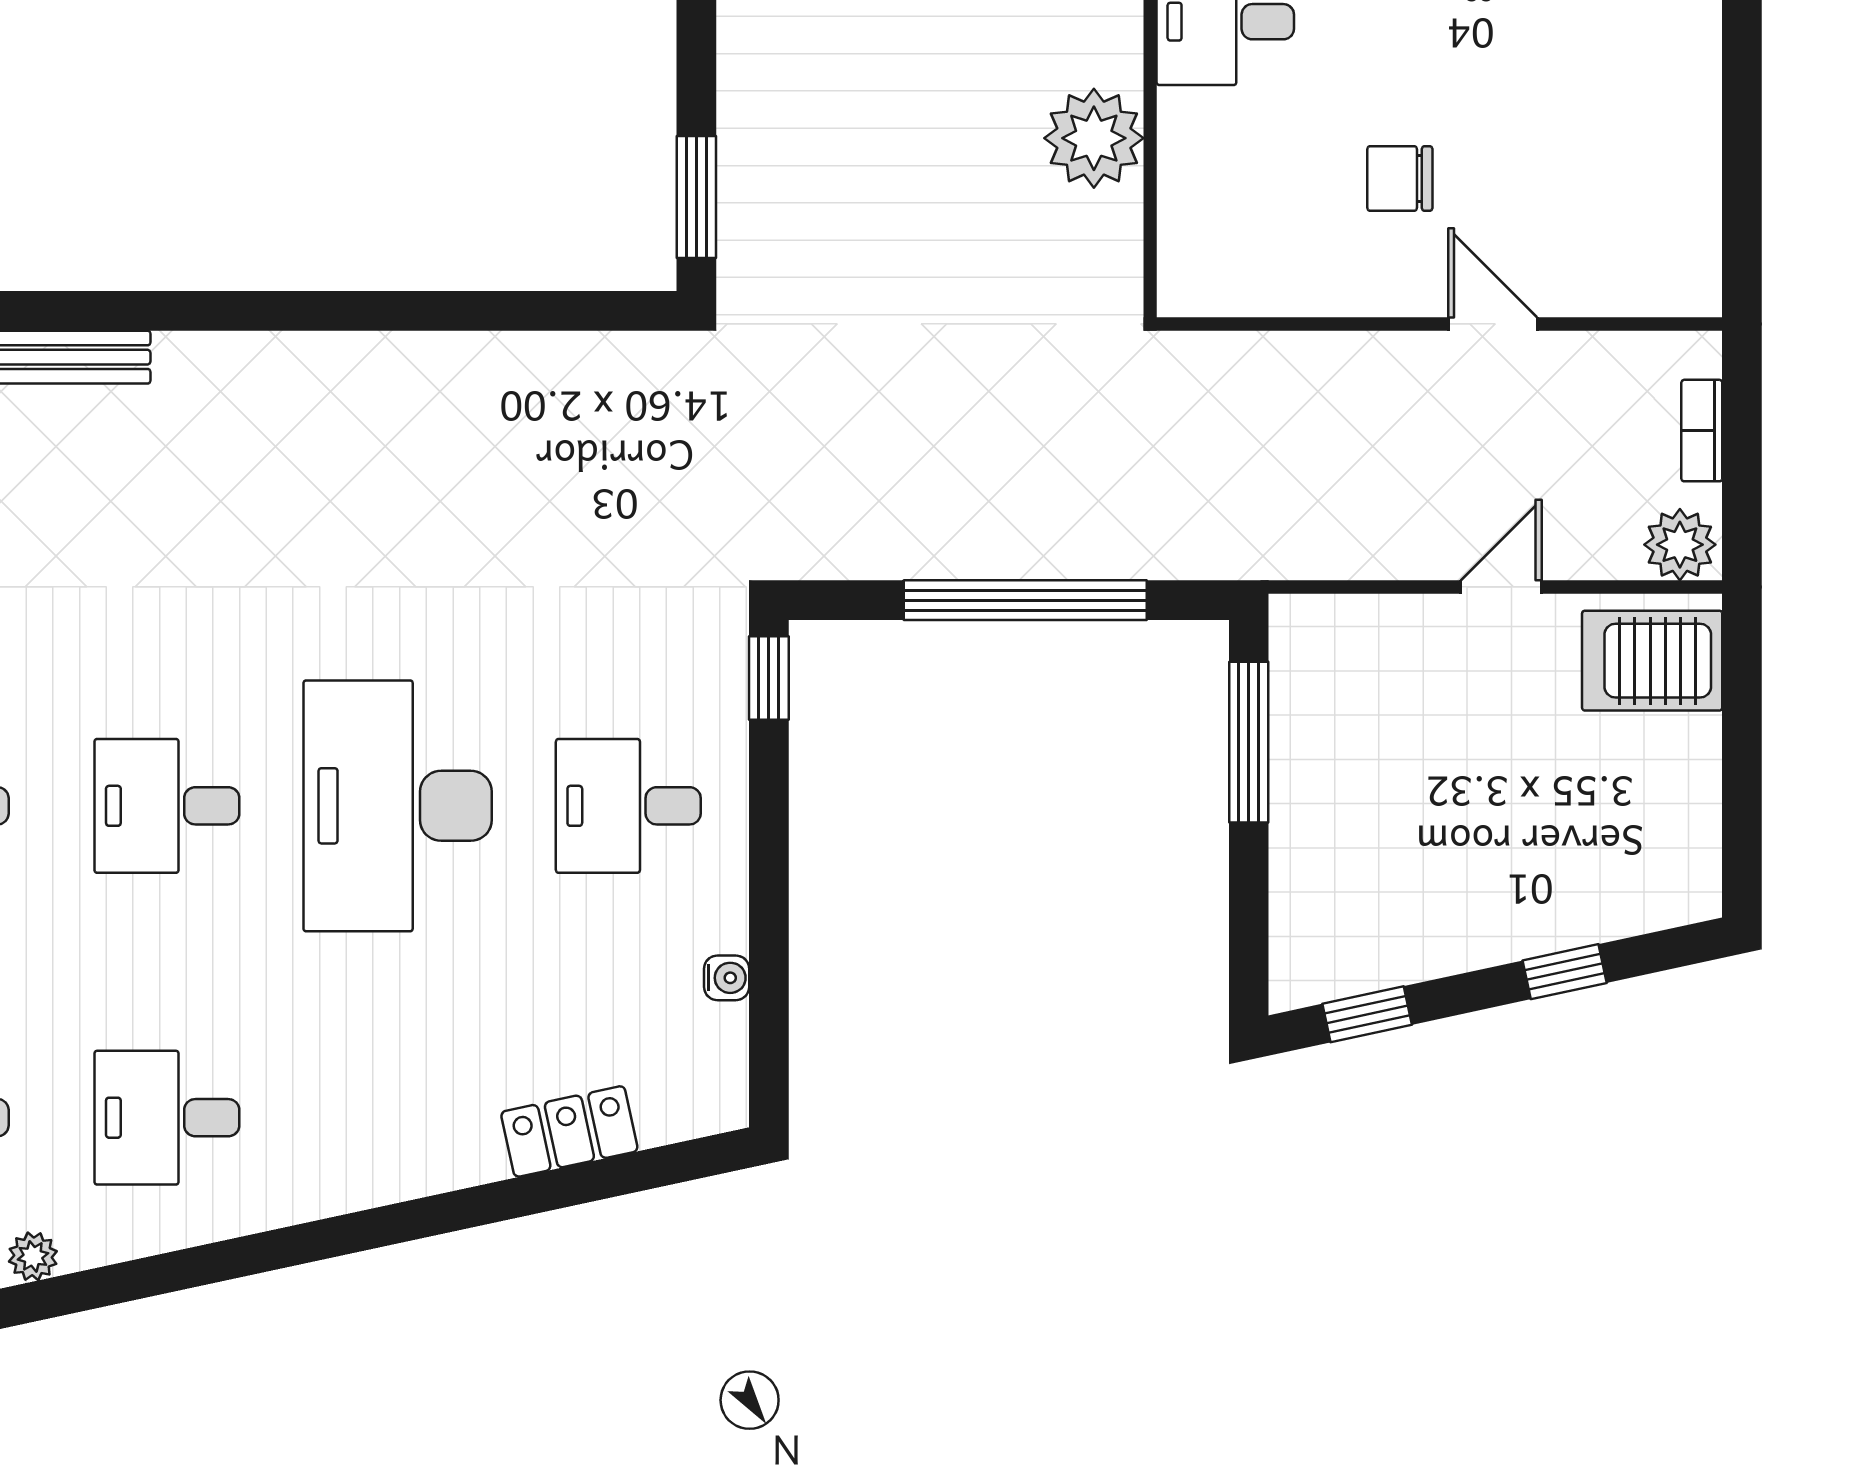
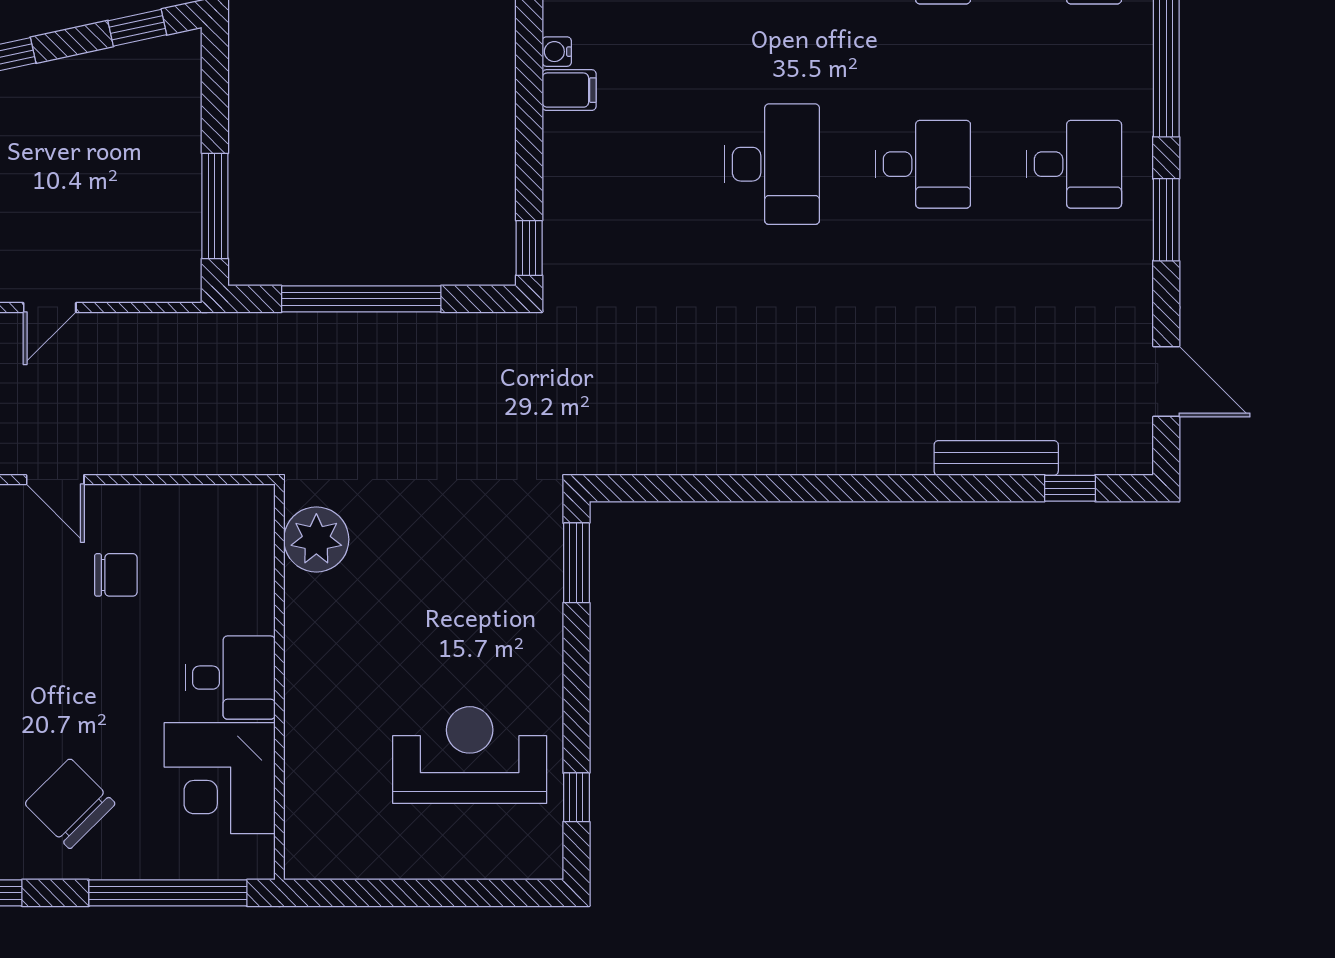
plant: (1094, 138) -> (316, 539), moved
desk: (398, 806) -> (772, 164), width x0.73, depth x0.77
desk: (628, 806) -> (621, 164), removed
filing cabinet: (708, 919) -> (569, 90), added

